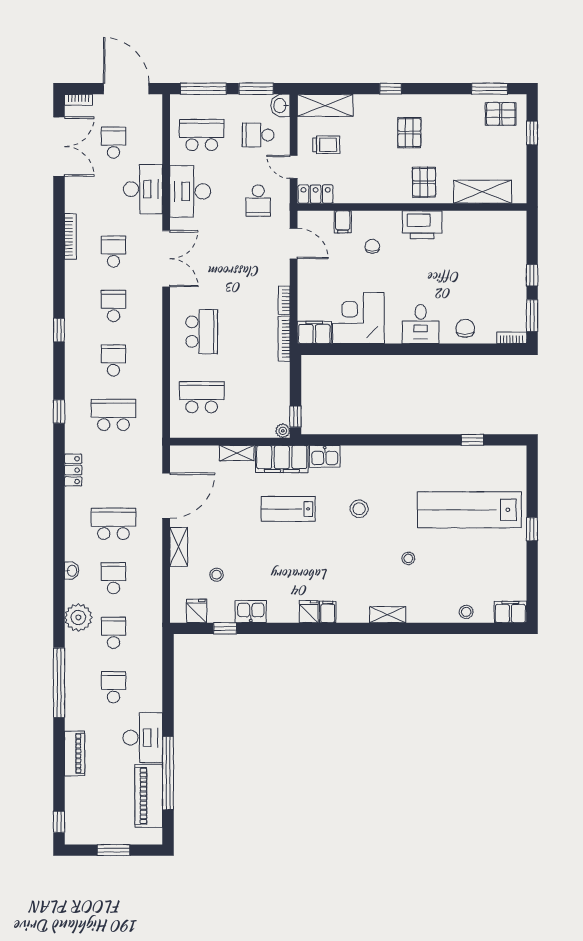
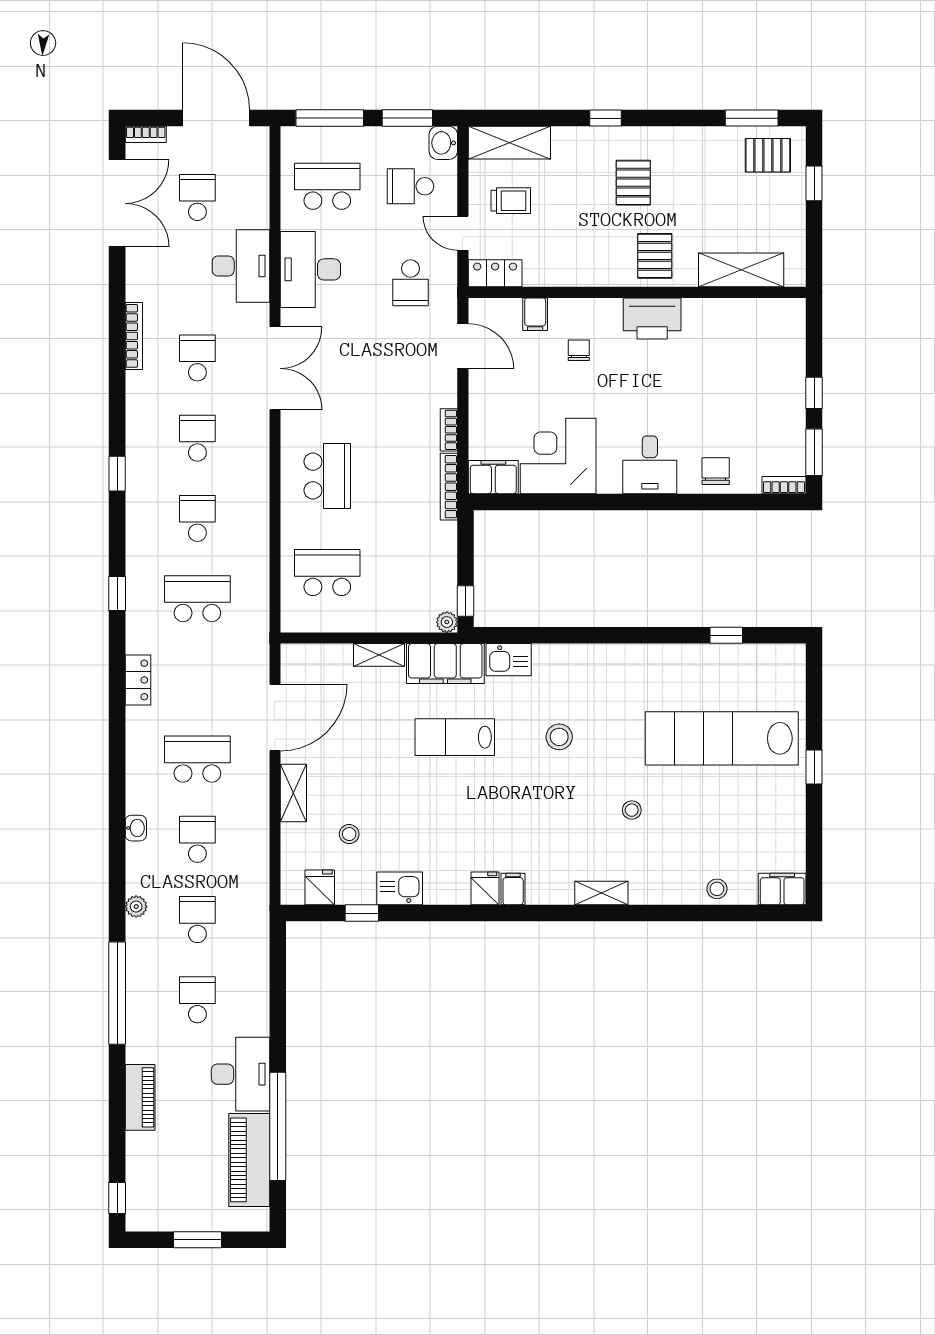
plant: (78, 617) -> (136, 907), width x0.53, depth x0.53

